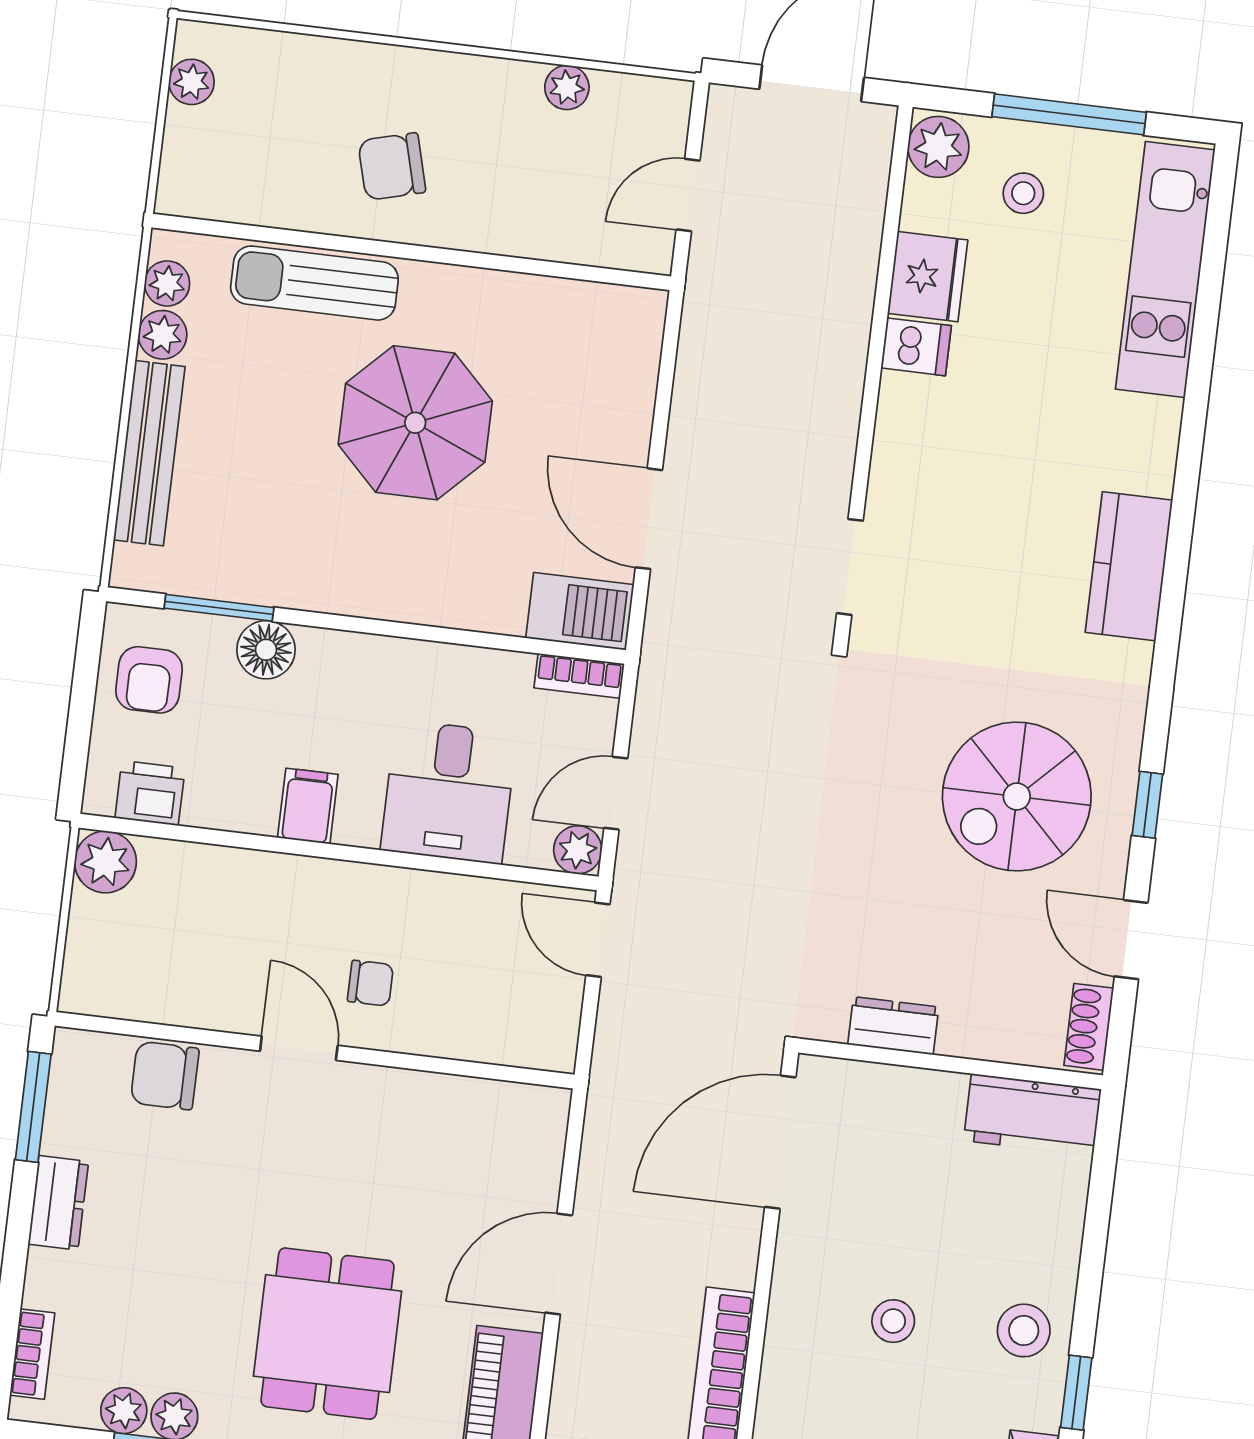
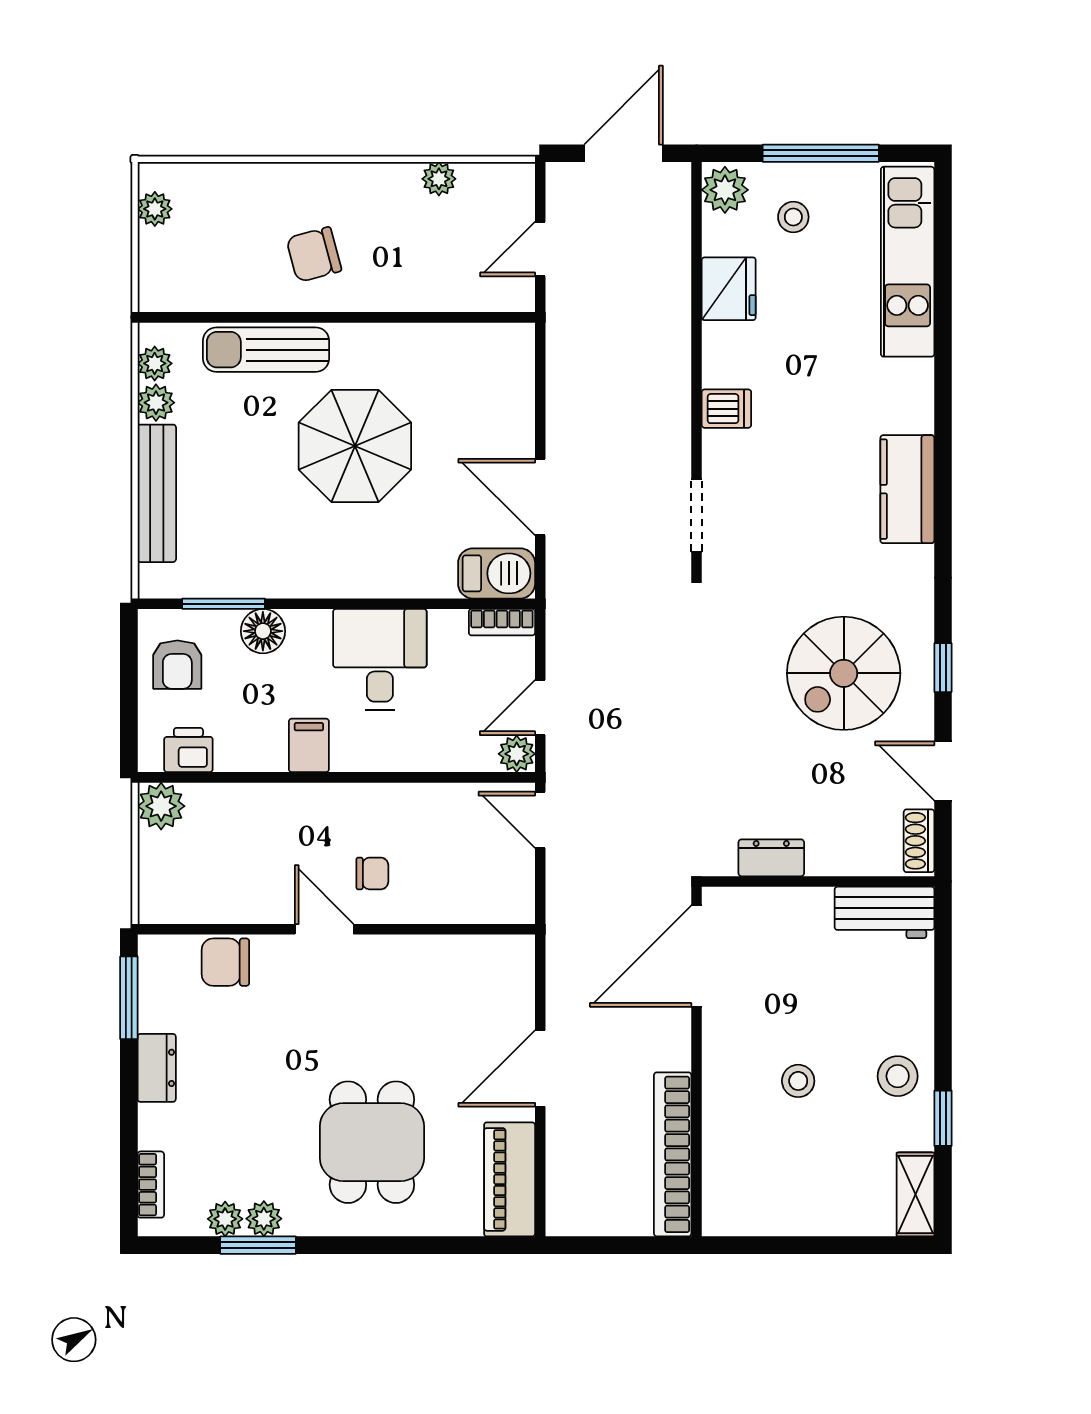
dishwasher: (916, 347) -> (726, 409), moved
desk: (449, 792) -> (380, 659), moved, turned 180

